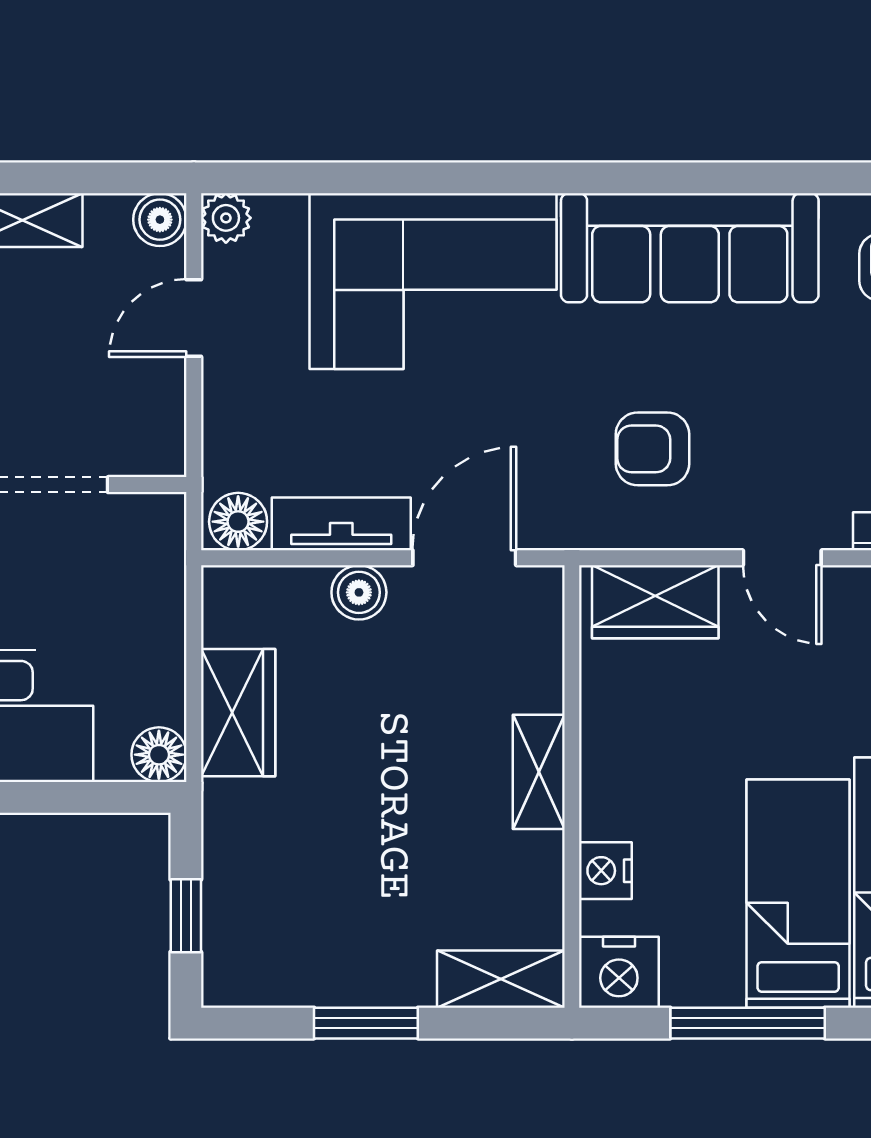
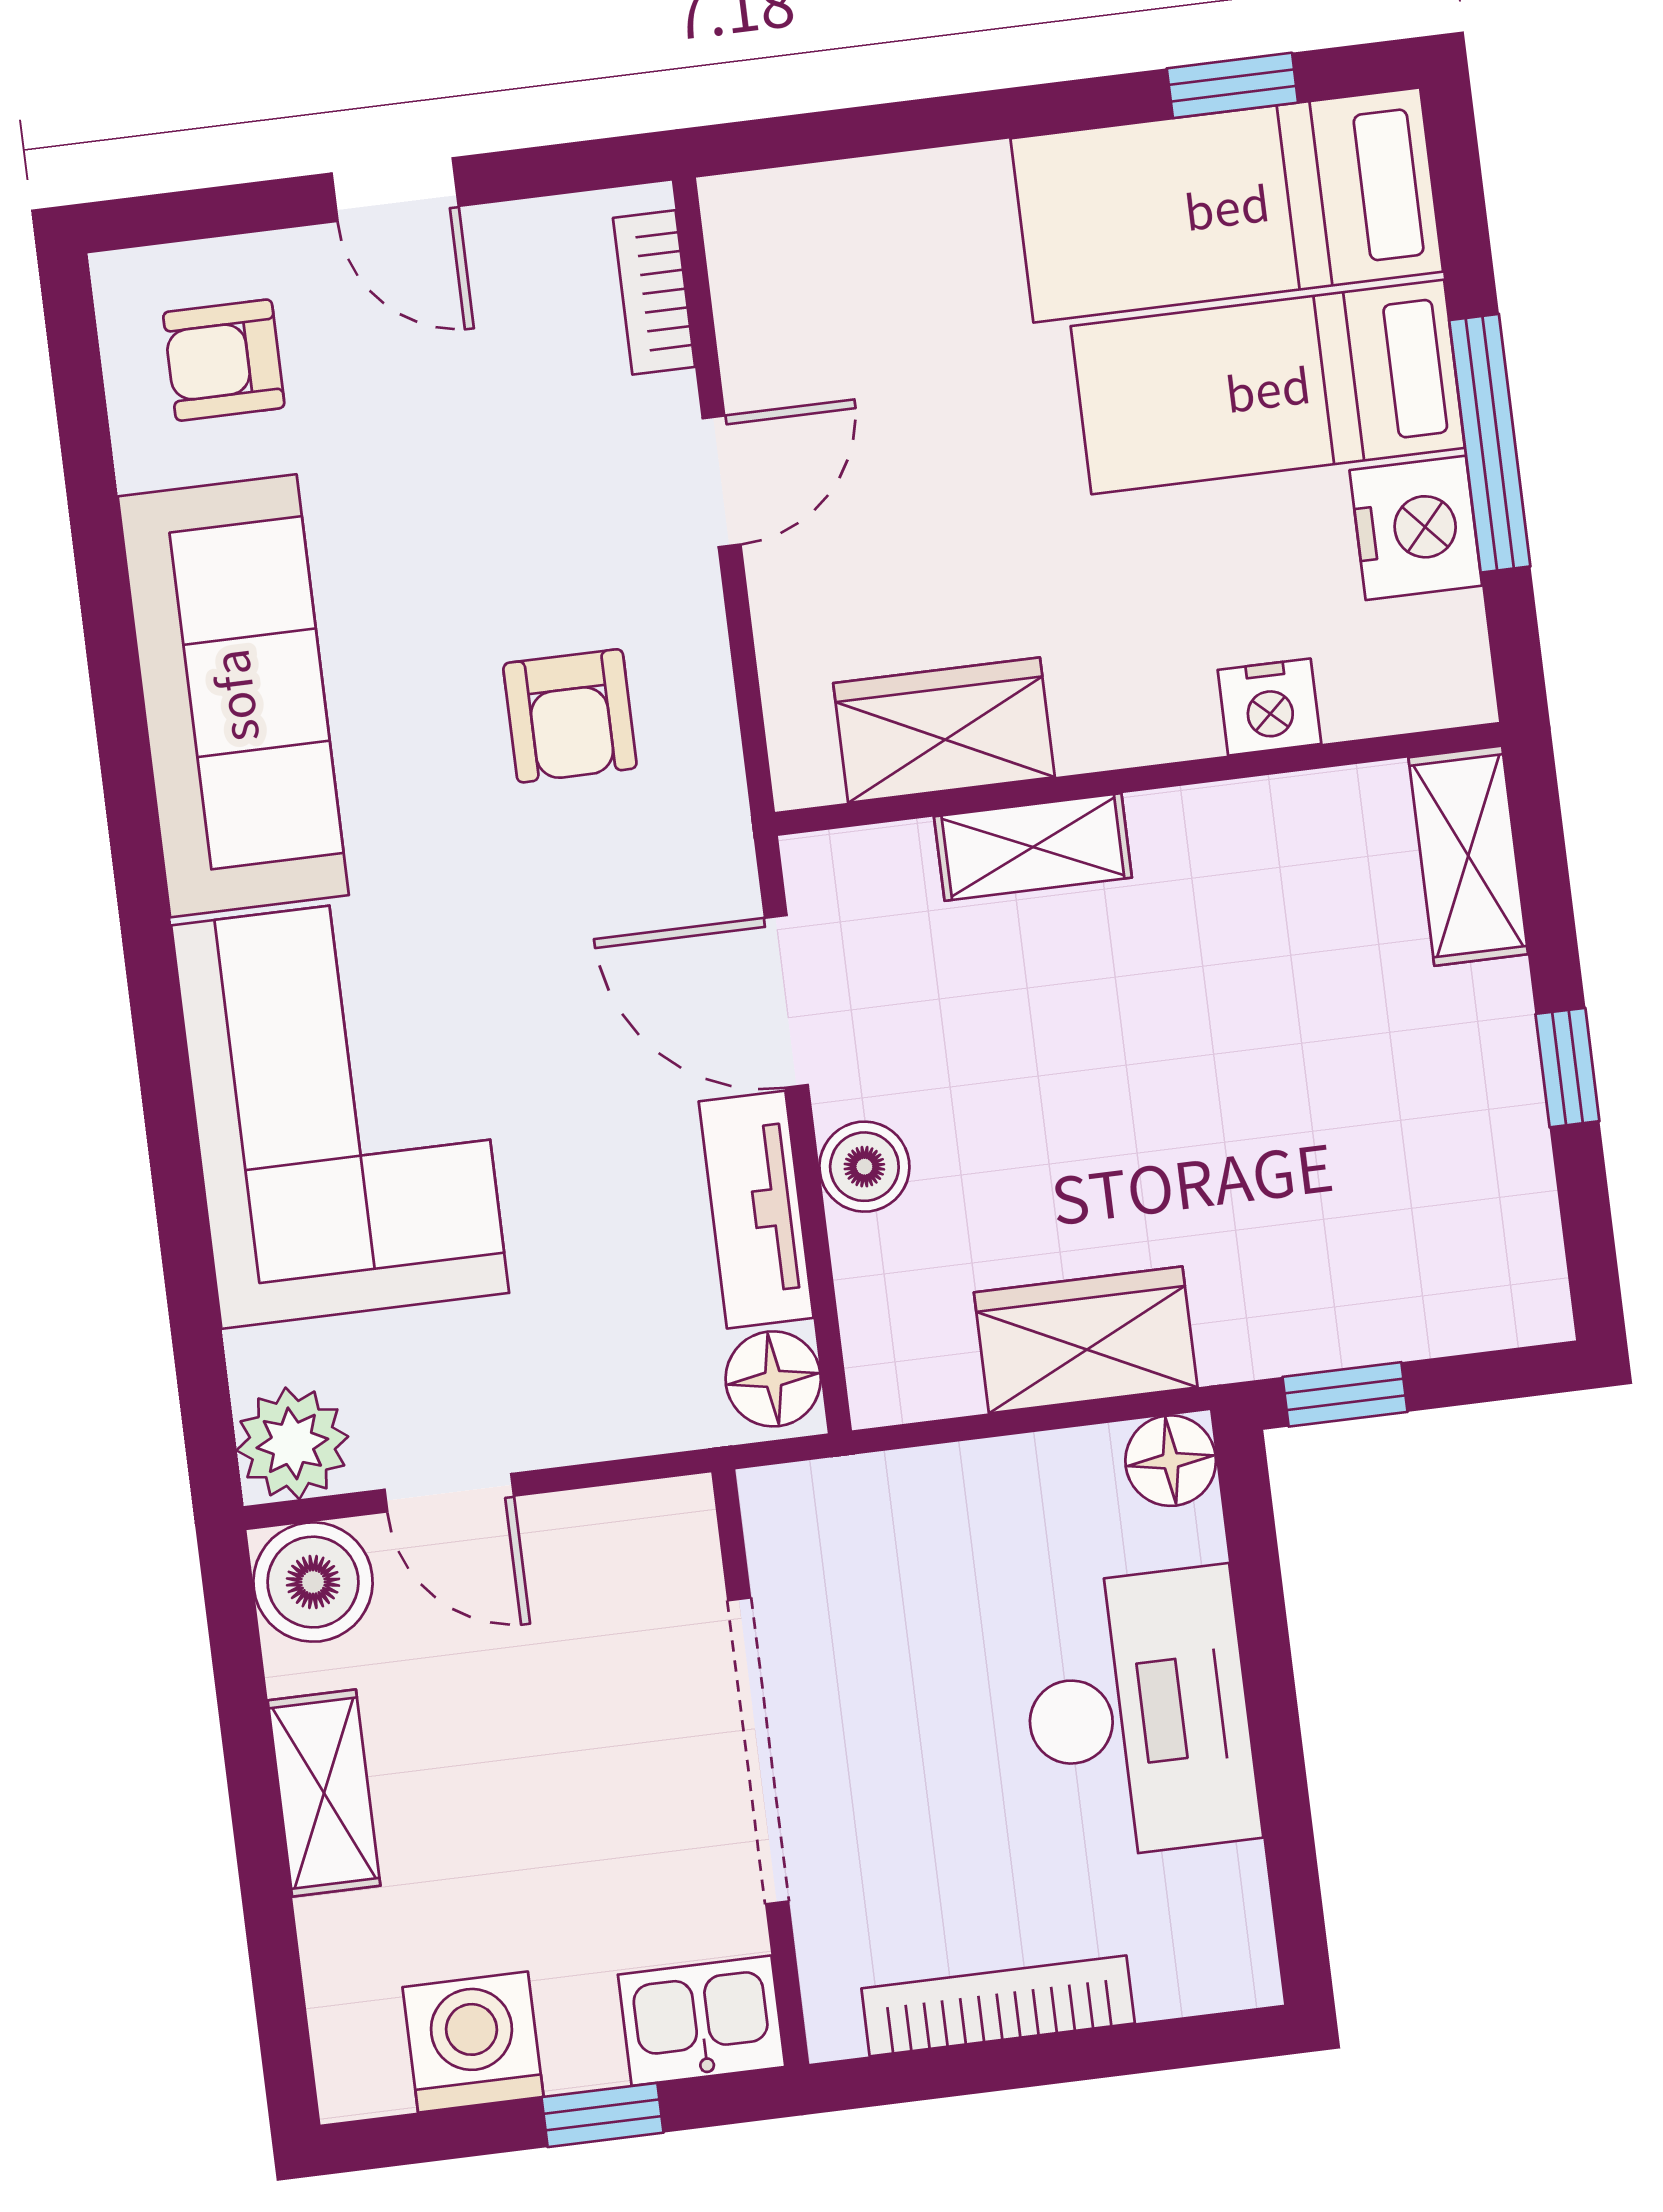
plant: (226, 218) -> (292, 1443), width x1.38, depth x1.38
boiler: (160, 220) -> (313, 1582), width x1.36, depth x1.36
wardrobe: (655, 602) -> (944, 730), moved, turned -90
shelving: (539, 772) -> (1033, 847), moved
window: (186, 916) -> (1345, 1394), moved
nightstand: (619, 972) -> (1416, 528), moved
window: (366, 1023) -> (1567, 1068), width x0.67

